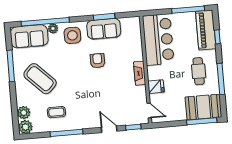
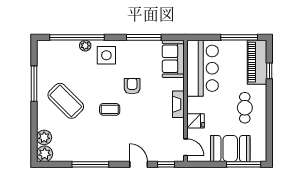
window: (104, 17) -> (144, 37), width x1.44
sofa: (104, 29) -> (173, 59), moved, turned 90
sofa: (29, 36) -> (58, 52), removed
window: (221, 79) -> (269, 119), removed
booth: (203, 107) -> (230, 149), moved
coffee table: (56, 112) -> (110, 109), moved

